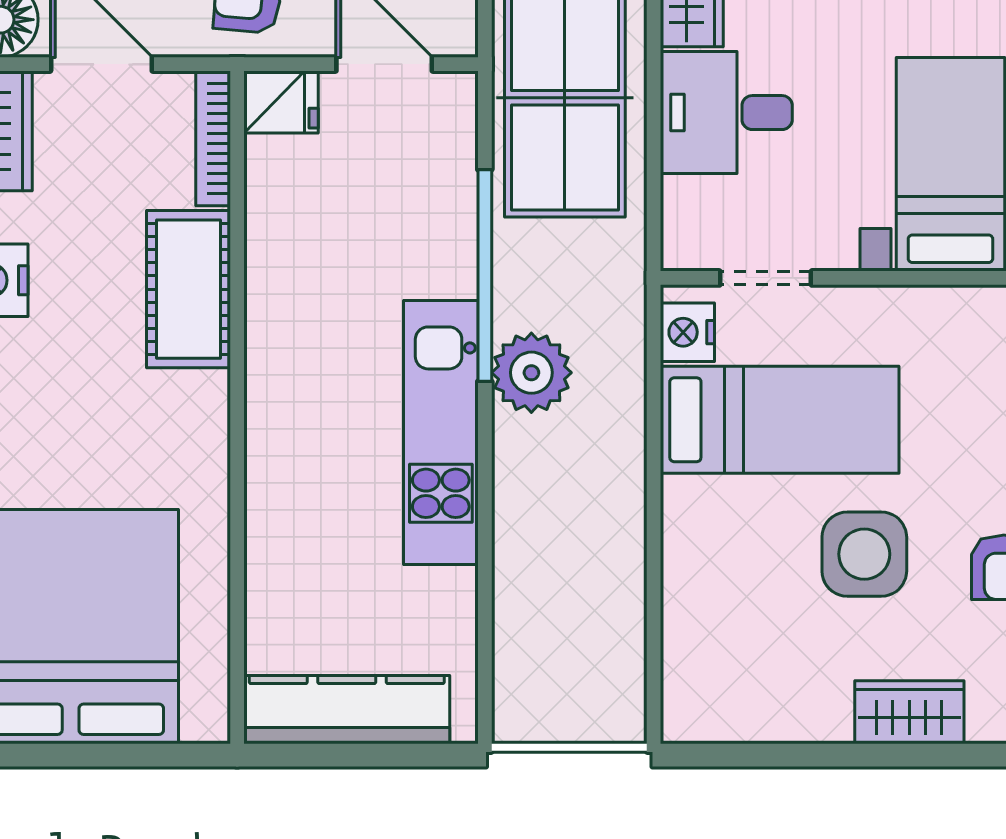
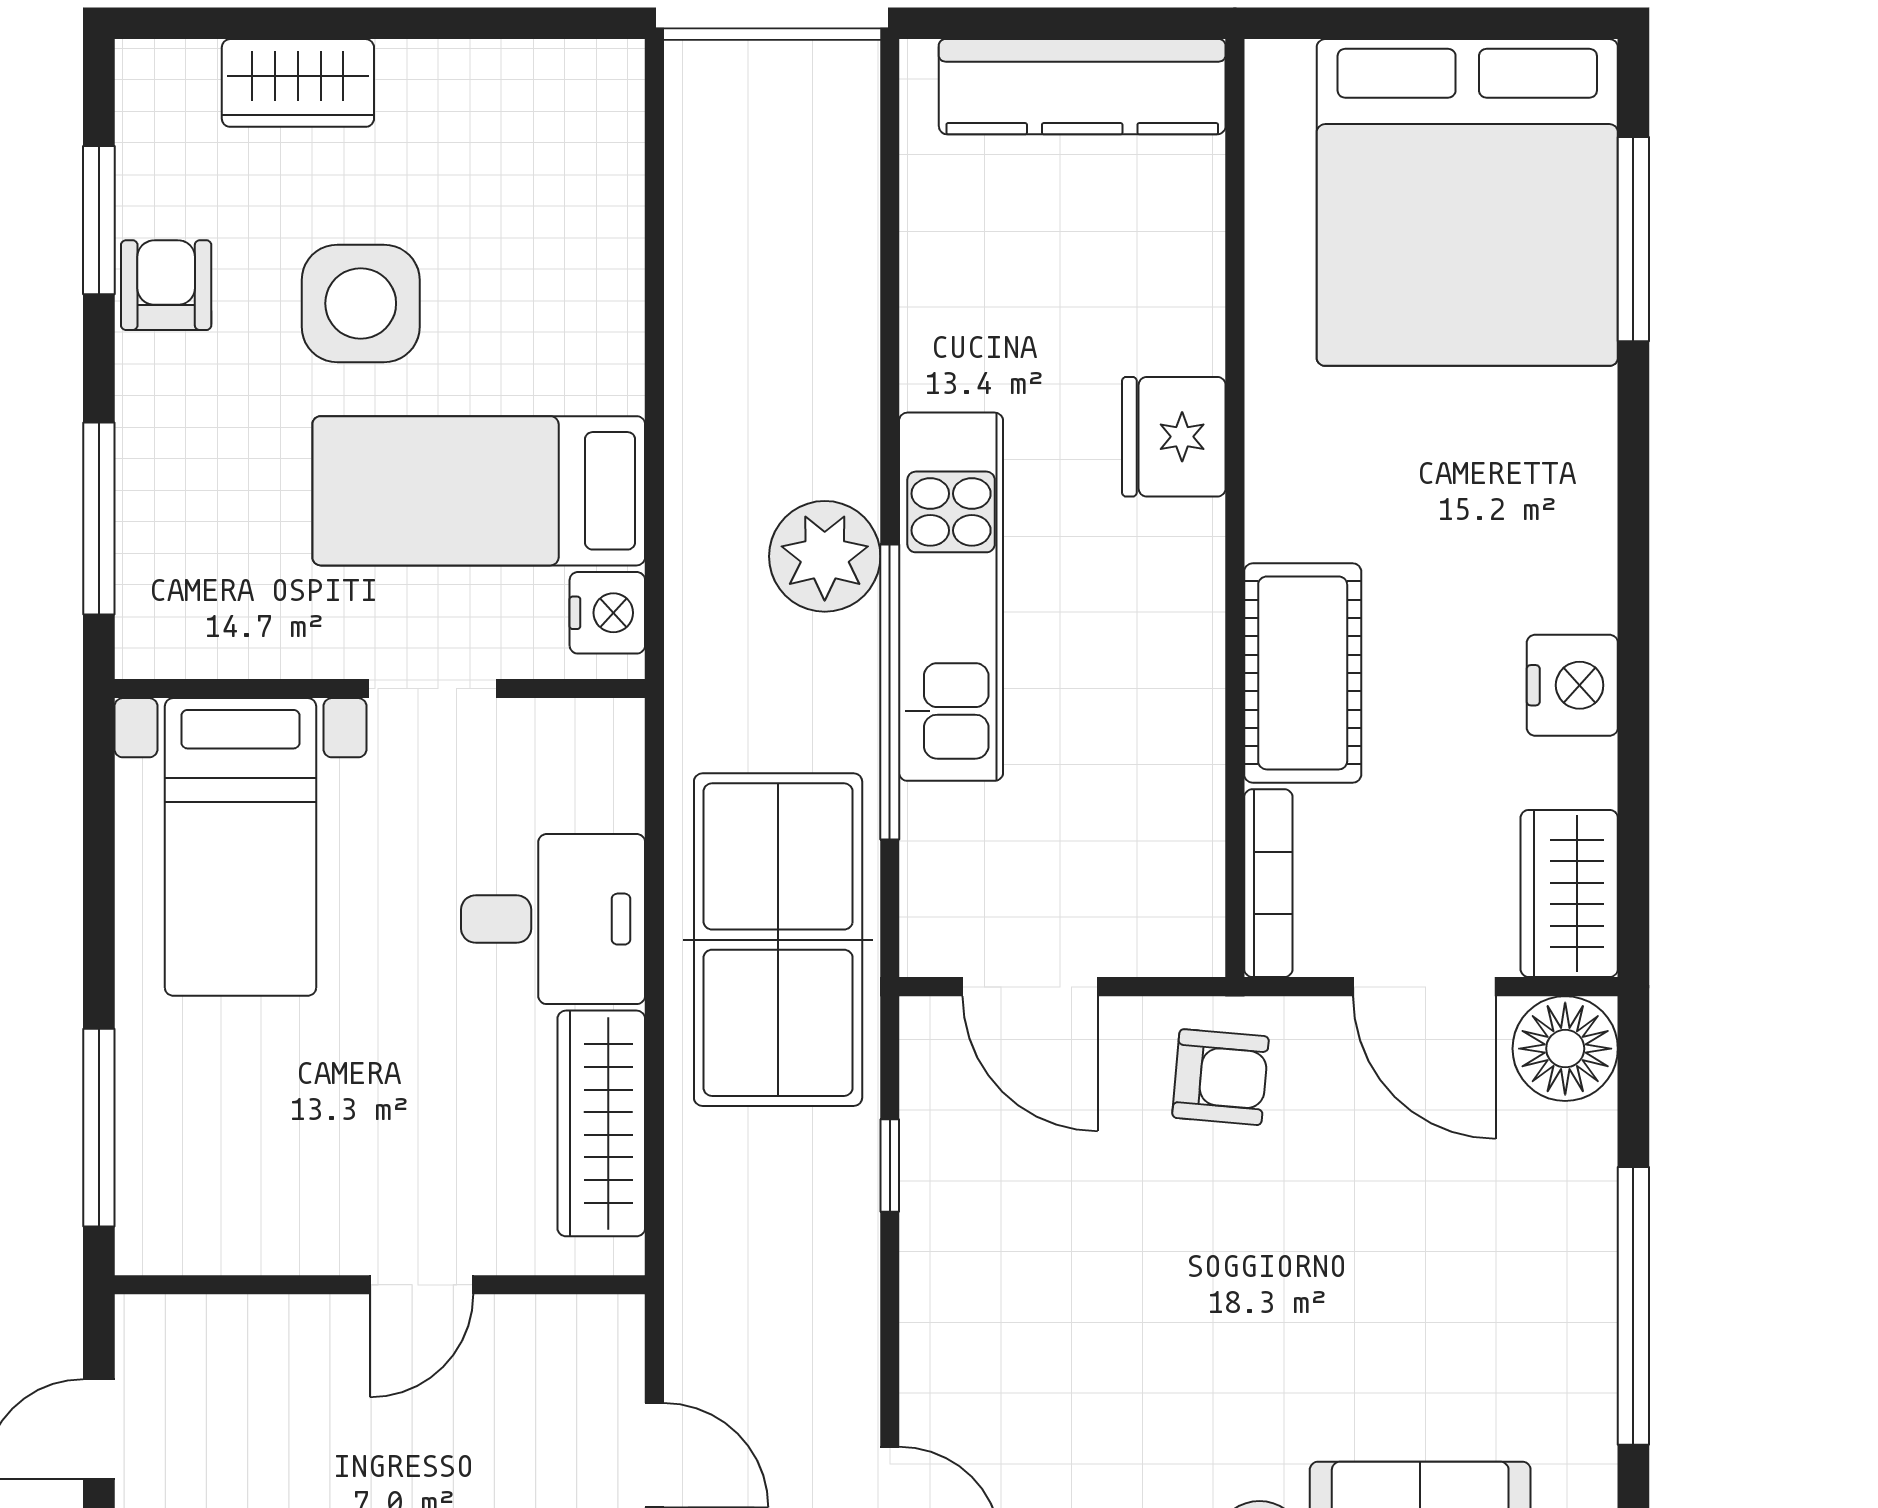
fridge: (281, 102) -> (1174, 437), moved, width x1.38
doorway: (766, 278) -> (432, 688), moved
kitchen unit: (441, 433) -> (951, 597), moved

